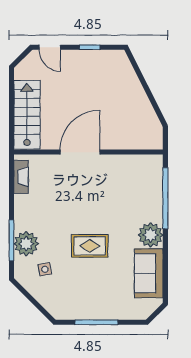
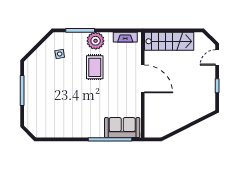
plant: (151, 235) -> (84, 129), removed
plant: (26, 244) -> (96, 41), moved
rug: (90, 246) -> (95, 67), moved
sofa: (149, 273) -> (122, 128), moved

